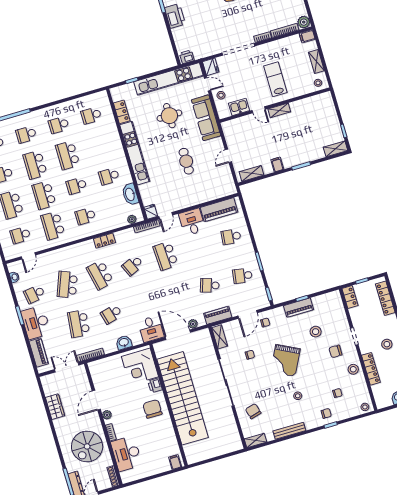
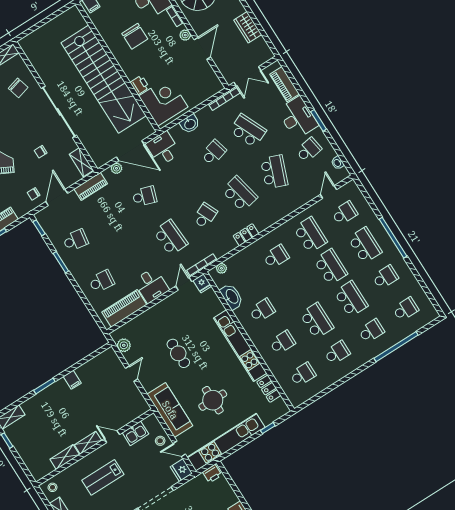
lab bench: (275, 79) -> (103, 477), turned 90
shelving: (252, 173) -> (65, 457), moved
plant: (228, 180) -> (124, 345), added
school desk: (76, 186) -> (282, 342), moved
school desk: (210, 285) -> (144, 196), moved
school desk: (79, 324) -> (248, 131), turned -30
chair: (152, 409) -> (135, 36), moved

